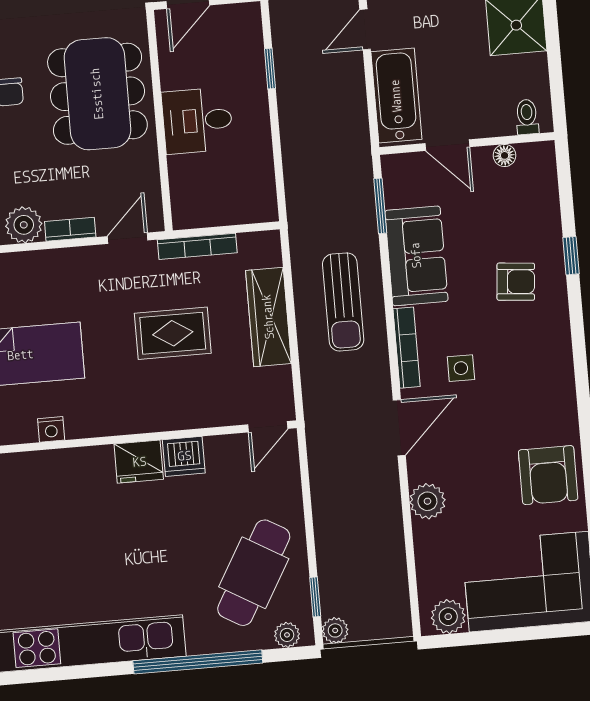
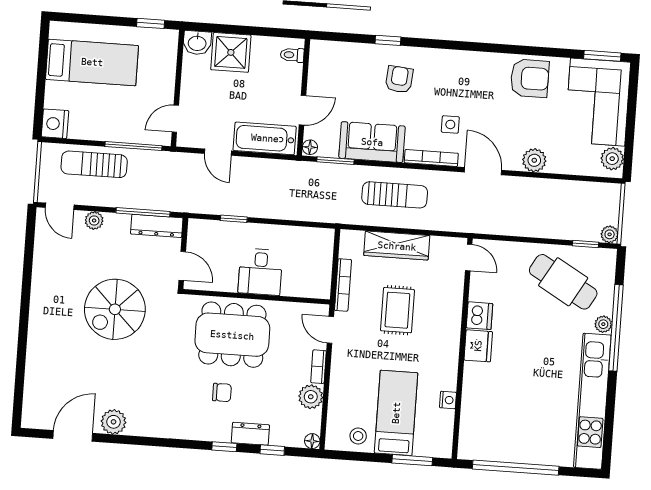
floor lamp: (505, 155) -> (310, 147), moved
plant: (287, 635) -> (603, 324), moved

